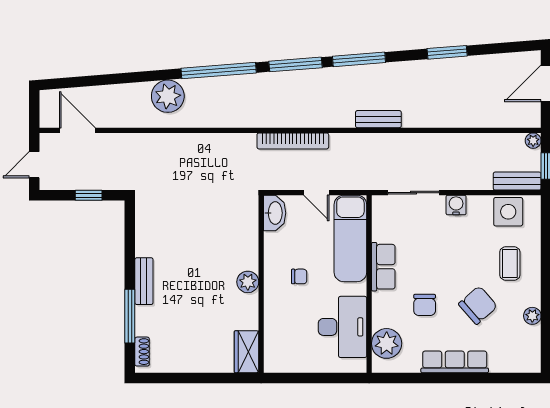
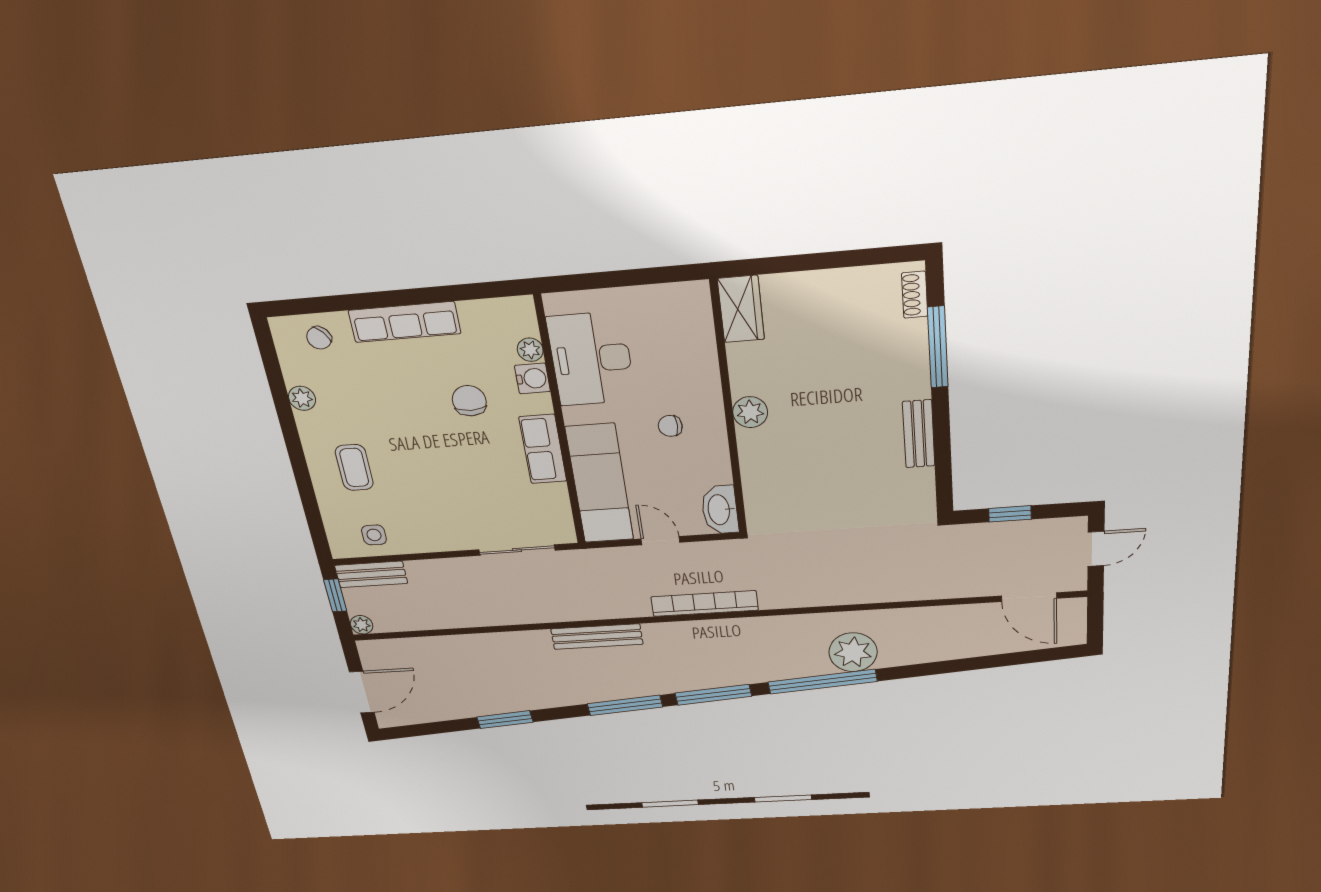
plant: (168, 96) -> (853, 652), moved
bench: (378, 119) -> (597, 637), width x1.36
water cooler: (456, 205) -> (532, 378), moved, turned -90
side table: (508, 212) -> (374, 535), width x0.54, depth x0.54
bench: (144, 281) -> (919, 434), moved
chair: (478, 305) -> (319, 338), moved, width x0.54, depth x0.54
plant: (387, 343) -> (530, 350), width x0.53, depth x0.53

